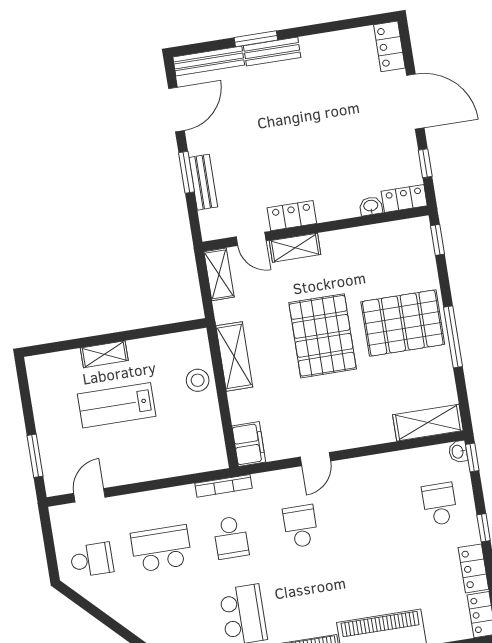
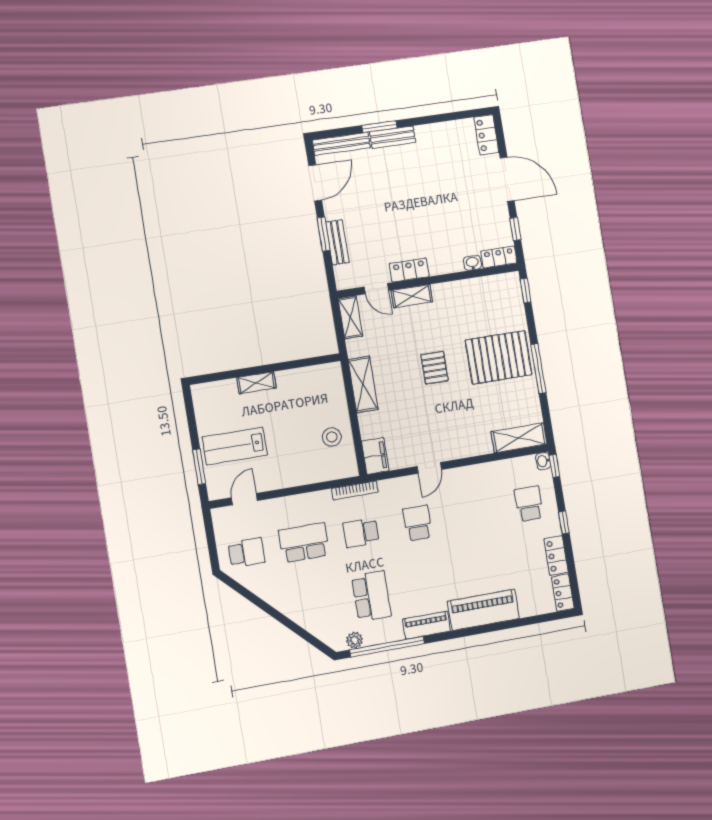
pallet: (323, 336) -> (434, 368), width x0.49, depth x0.50
stool: (198, 380) -> (332, 437), moved
lab bench: (117, 405) -> (235, 446), moved
school desk: (231, 537) -> (361, 533), turned 90

